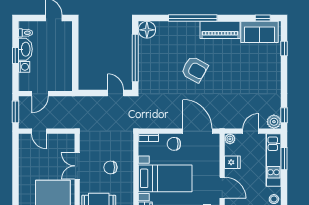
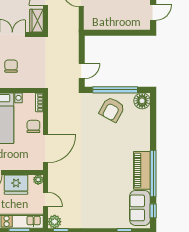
window: (193, 18) -> (153, 174), moved
armchair: (195, 69) -> (112, 110), moved
wardrobe: (63, 141) -> (36, 21), added
fridge: (232, 162) -> (16, 185), width x1.88, depth x1.34

